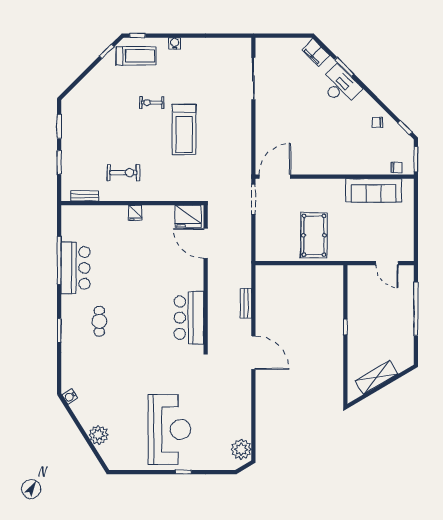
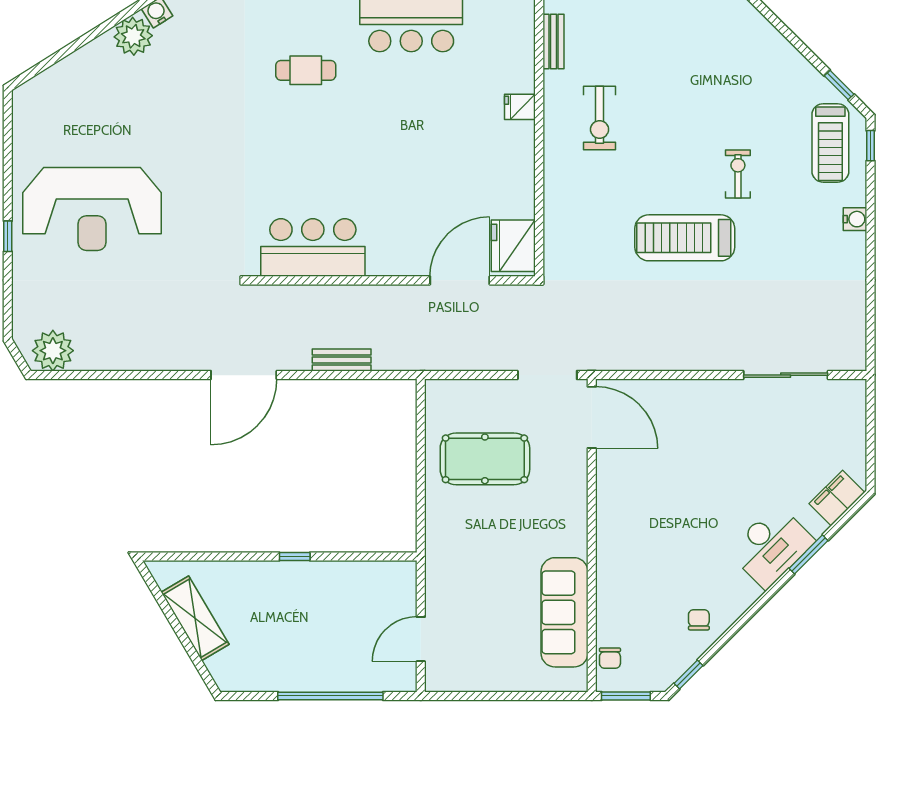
fridge: (135, 213) -> (520, 107), moved
pool table: (314, 235) -> (485, 459), moved
plant: (99, 435) -> (133, 36), moved

